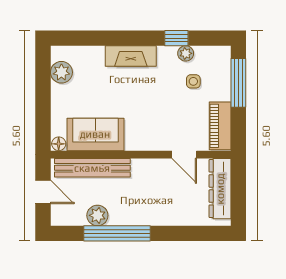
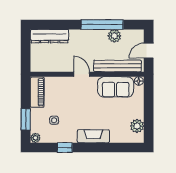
plant: (186, 53) -> (35, 138), moved
window: (238, 83) -> (26, 119), width x0.69
door: (184, 155) -> (82, 74), moved
dresser: (220, 189) -> (49, 36), moved, turned 90
door: (43, 192) -> (149, 51), hinge flipped

